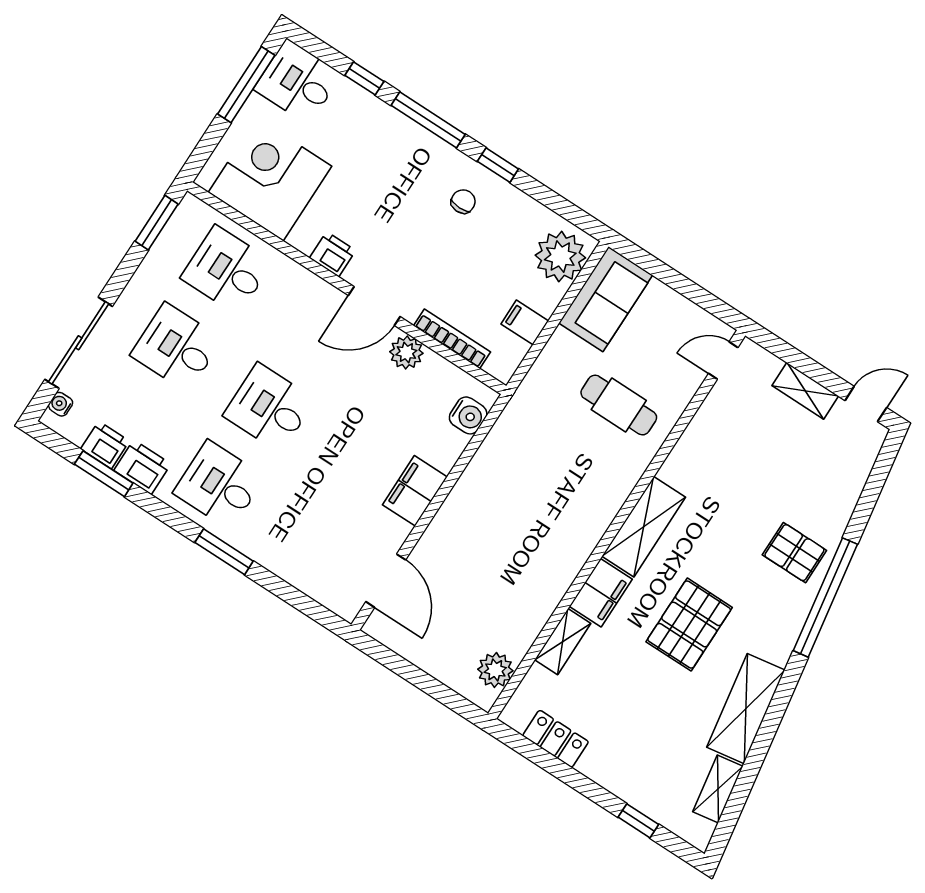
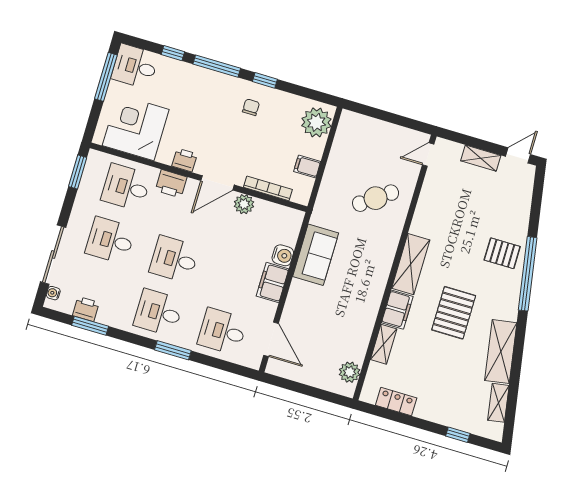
sofa: (606, 299) -> (316, 255), moved
cafe table: (619, 405) -> (376, 198), turned -36
water cooler: (468, 415) -> (283, 255), moved
printer: (142, 467) -> (171, 184), moved, turned 180
desk: (312, 545) -> (222, 331), added

